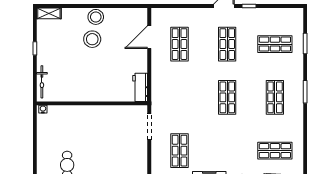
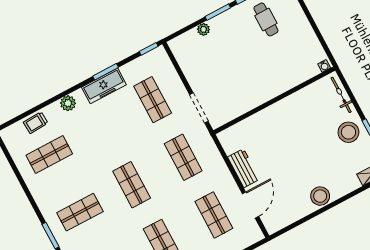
stool: (92, 39) -> (348, 132), moved
workbench: (140, 87) -> (244, 168), moved
shop shelf: (179, 97) -> (183, 157), added
shop shelf: (275, 97) -> (80, 212), turned 90

